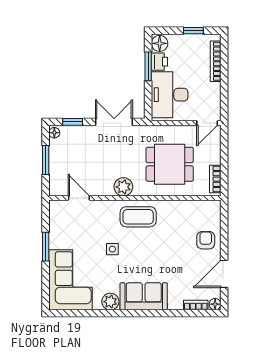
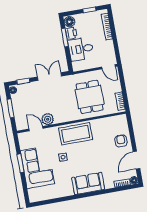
desk: (170, 95) -> (81, 49), width x0.73
door: (207, 123) -> (109, 67), hinge flipped
dining table: (170, 164) -> (90, 97), turned 90
plant: (123, 187) -> (48, 119), moved
coffee table: (138, 217) -> (76, 134), width x1.36, depth x1.32
corner sofa: (70, 280) -> (37, 167), moved
plant: (110, 302) -> (68, 191), removed

